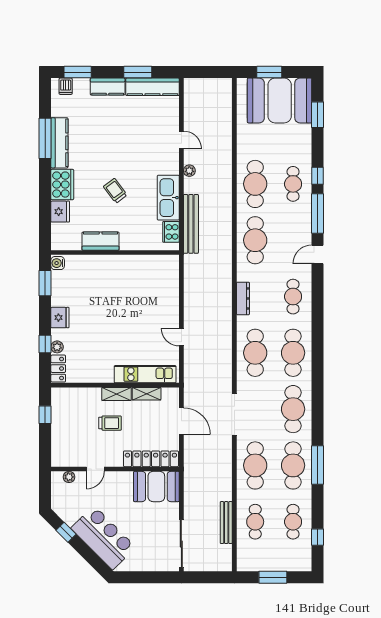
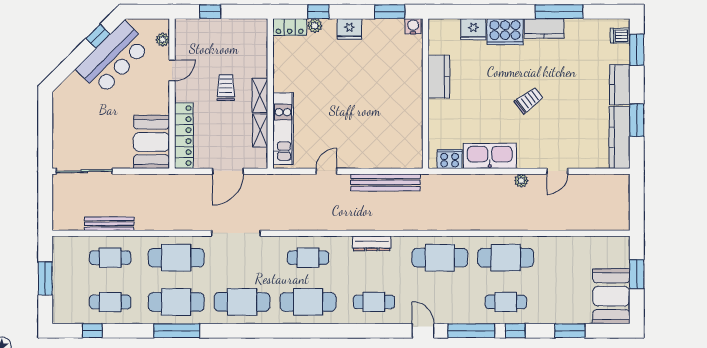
booth: (280, 100) -> (611, 296), width x0.73, depth x0.70
window: (318, 115) -> (570, 331), moved
kitchen counter: (59, 143) -> (544, 28), width x0.67
trolley: (115, 191) -> (529, 100), moved
bench: (191, 224) -> (386, 182), moved
cafe table: (255, 353) -> (308, 258), width x0.73, depth x0.74
window: (45, 415) -> (210, 12), moved
trolley: (110, 423) -> (226, 88), turned 180
door: (95, 469) -> (172, 70), swing flipped
bar counter: (103, 538) -> (113, 58), moved

